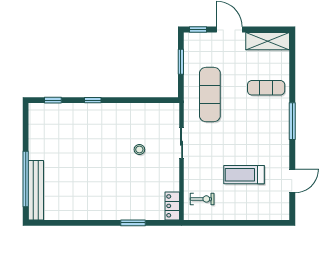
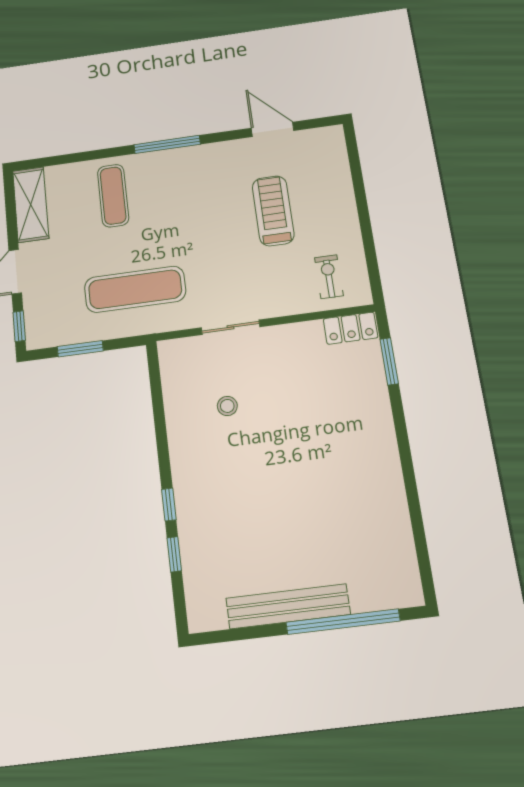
window: (53, 100) -> (174, 554), moved
stool: (139, 150) -> (227, 406), moved
treadmill: (244, 175) -> (273, 211), turned 180
bench: (36, 190) -> (288, 606), moved
window: (133, 223) -> (389, 361), moved

